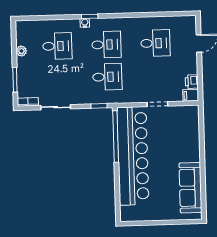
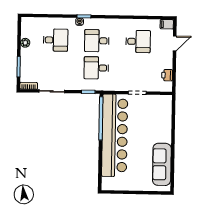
desk: (106, 45) -> (97, 41), turned 180
desk: (107, 77) -> (96, 68), turned 180
filing cabinet: (191, 95) -> (167, 24), moved

